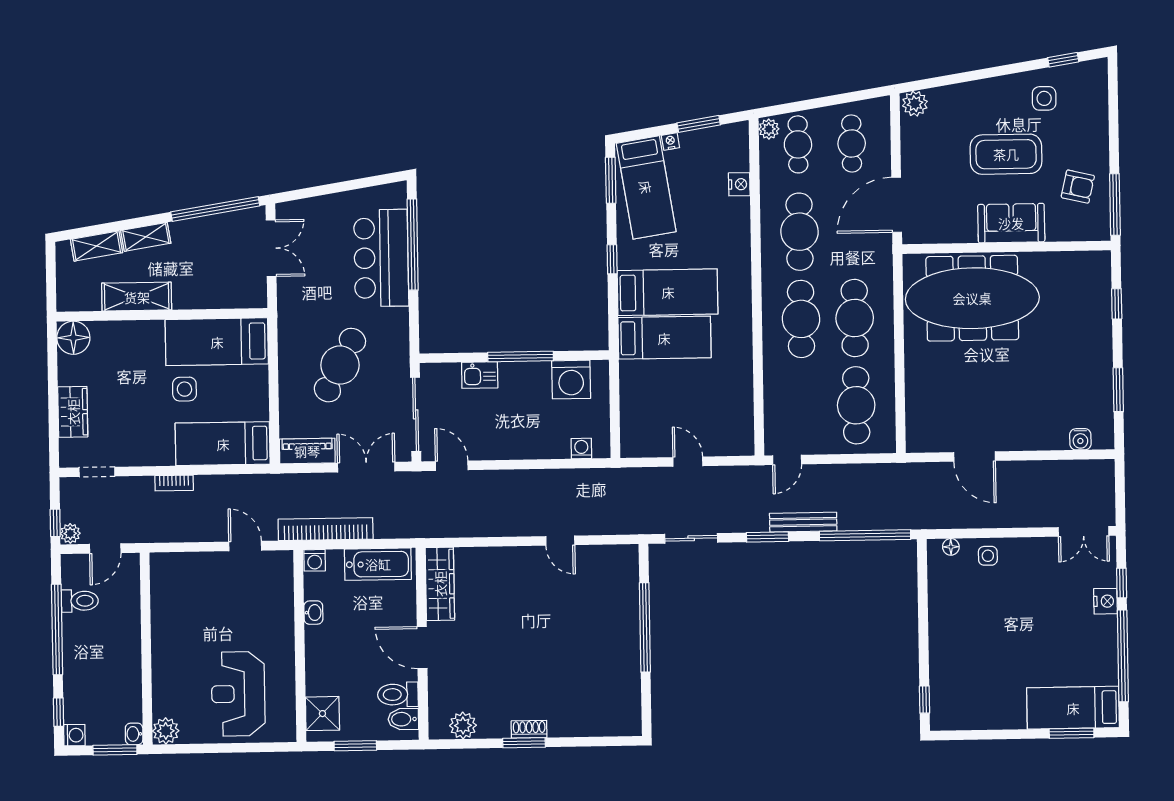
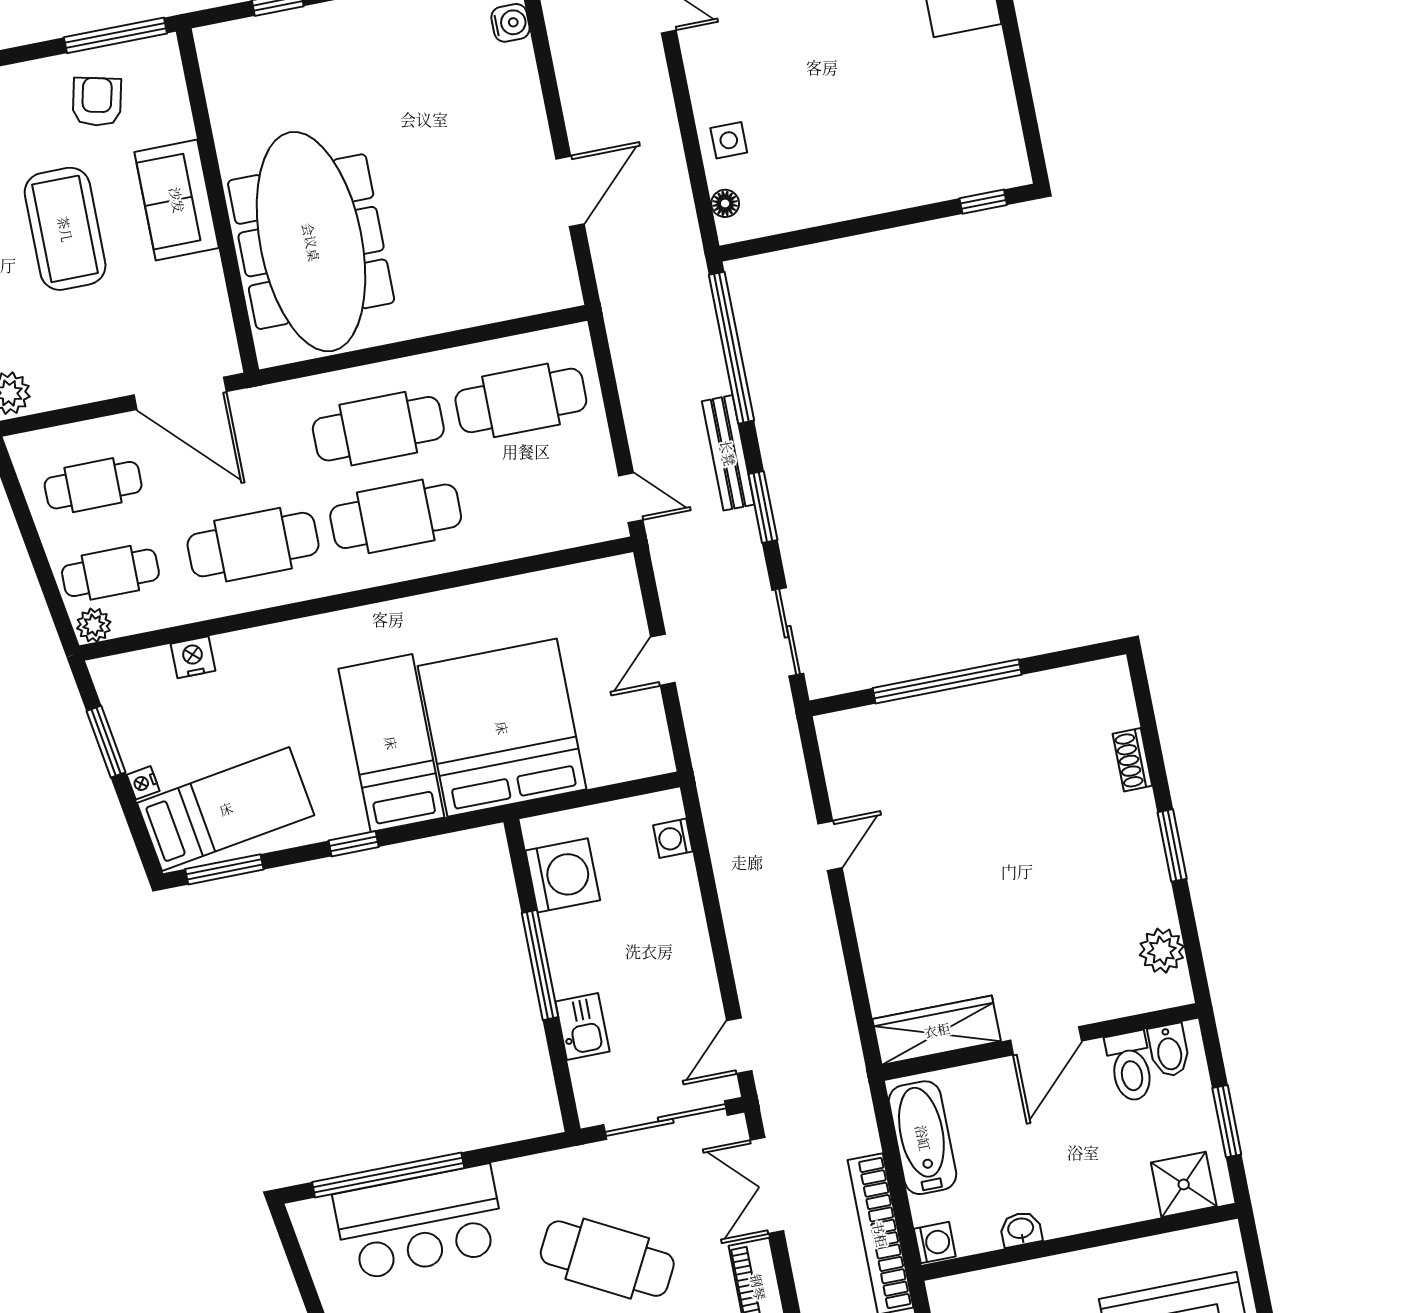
bed: (664, 338) -> (502, 728), width x2.04
shoe rack: (529, 729) -> (1132, 760), moved

